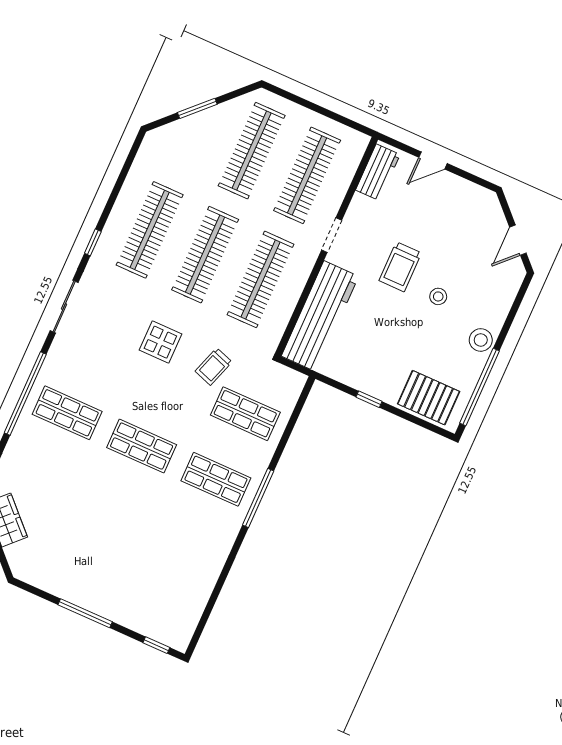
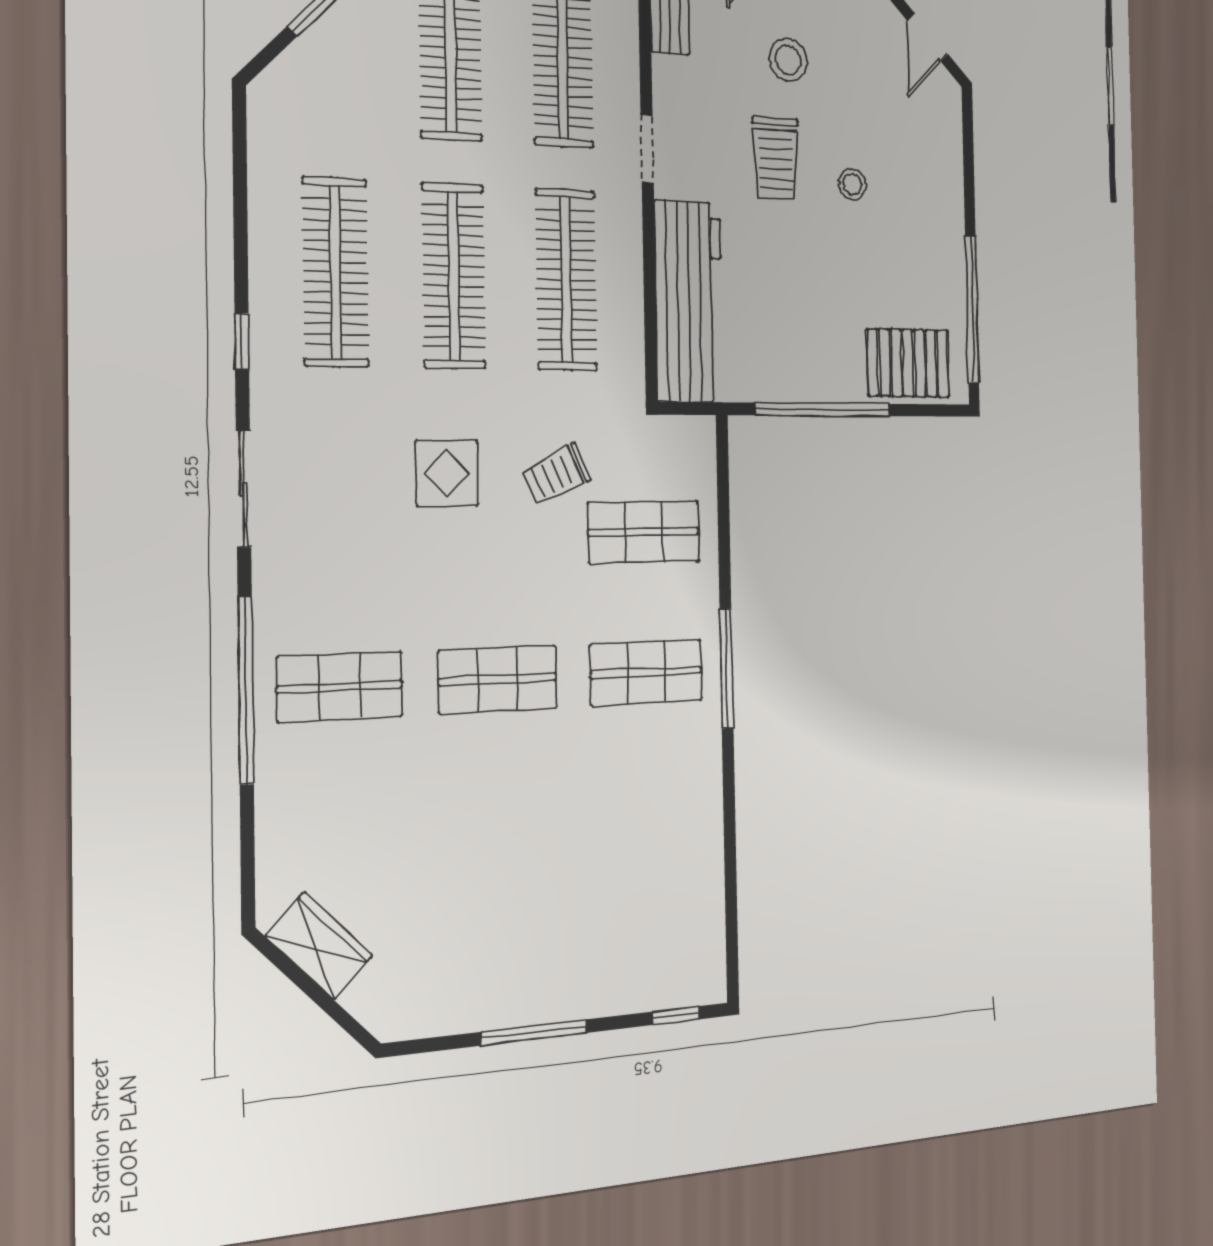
stool: (481, 340) -> (788, 60), moved
trolley: (214, 367) -> (556, 474), turned 47
window: (369, 399) -> (823, 410), width x3.17

